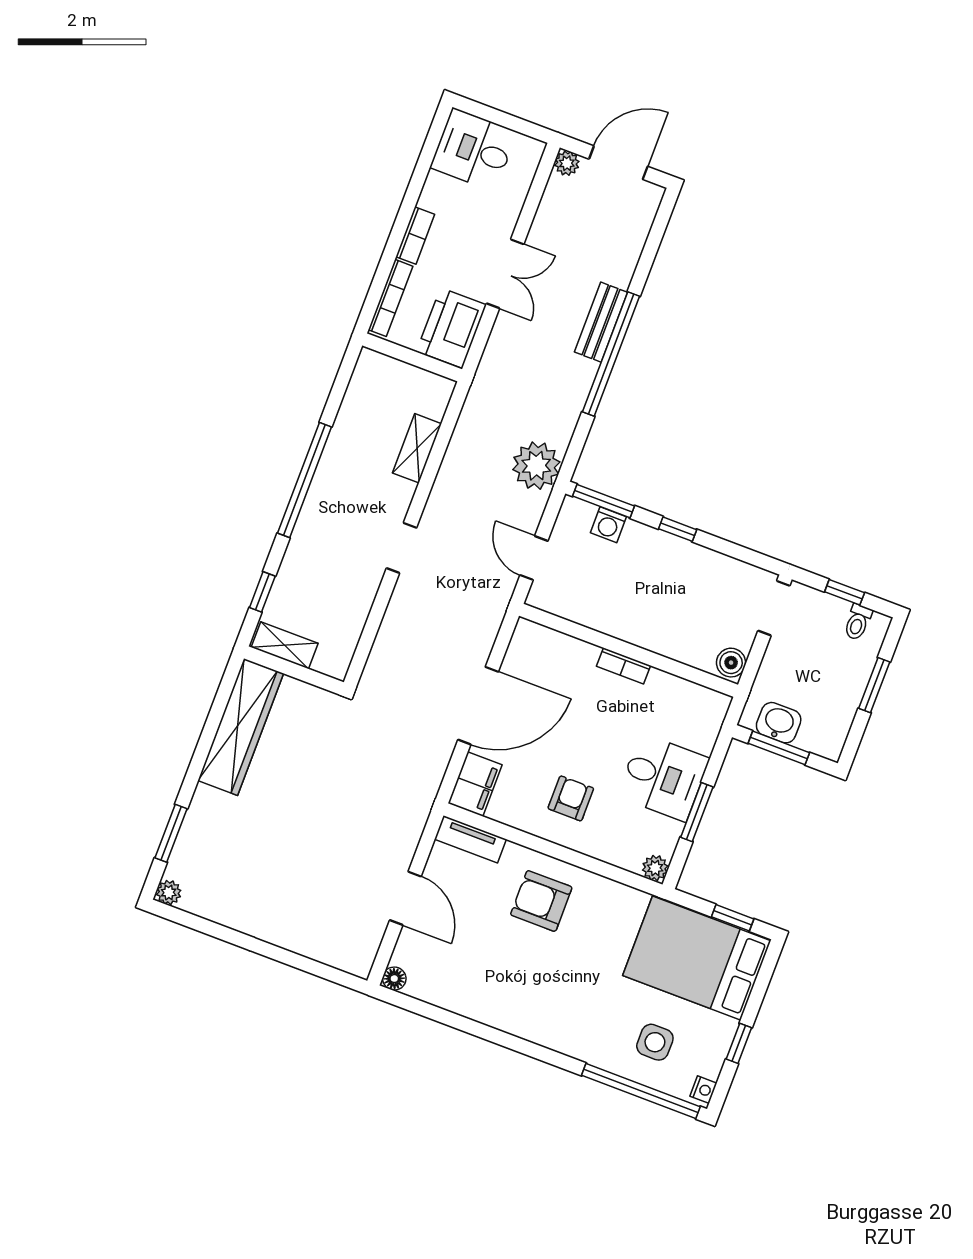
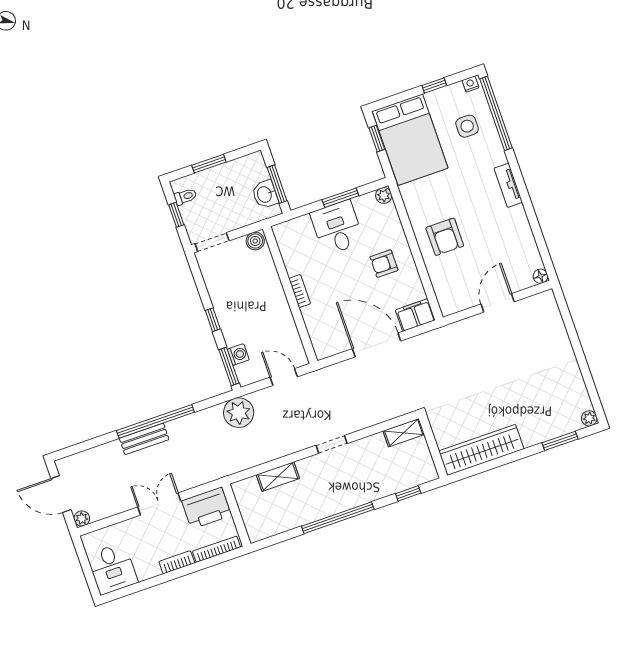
door: (534, 558) -> (284, 377), swing flipped
shelving: (285, 645) -> (404, 433), moved, turned 90
tv unit: (470, 839) -> (508, 185), moved, turned 180

